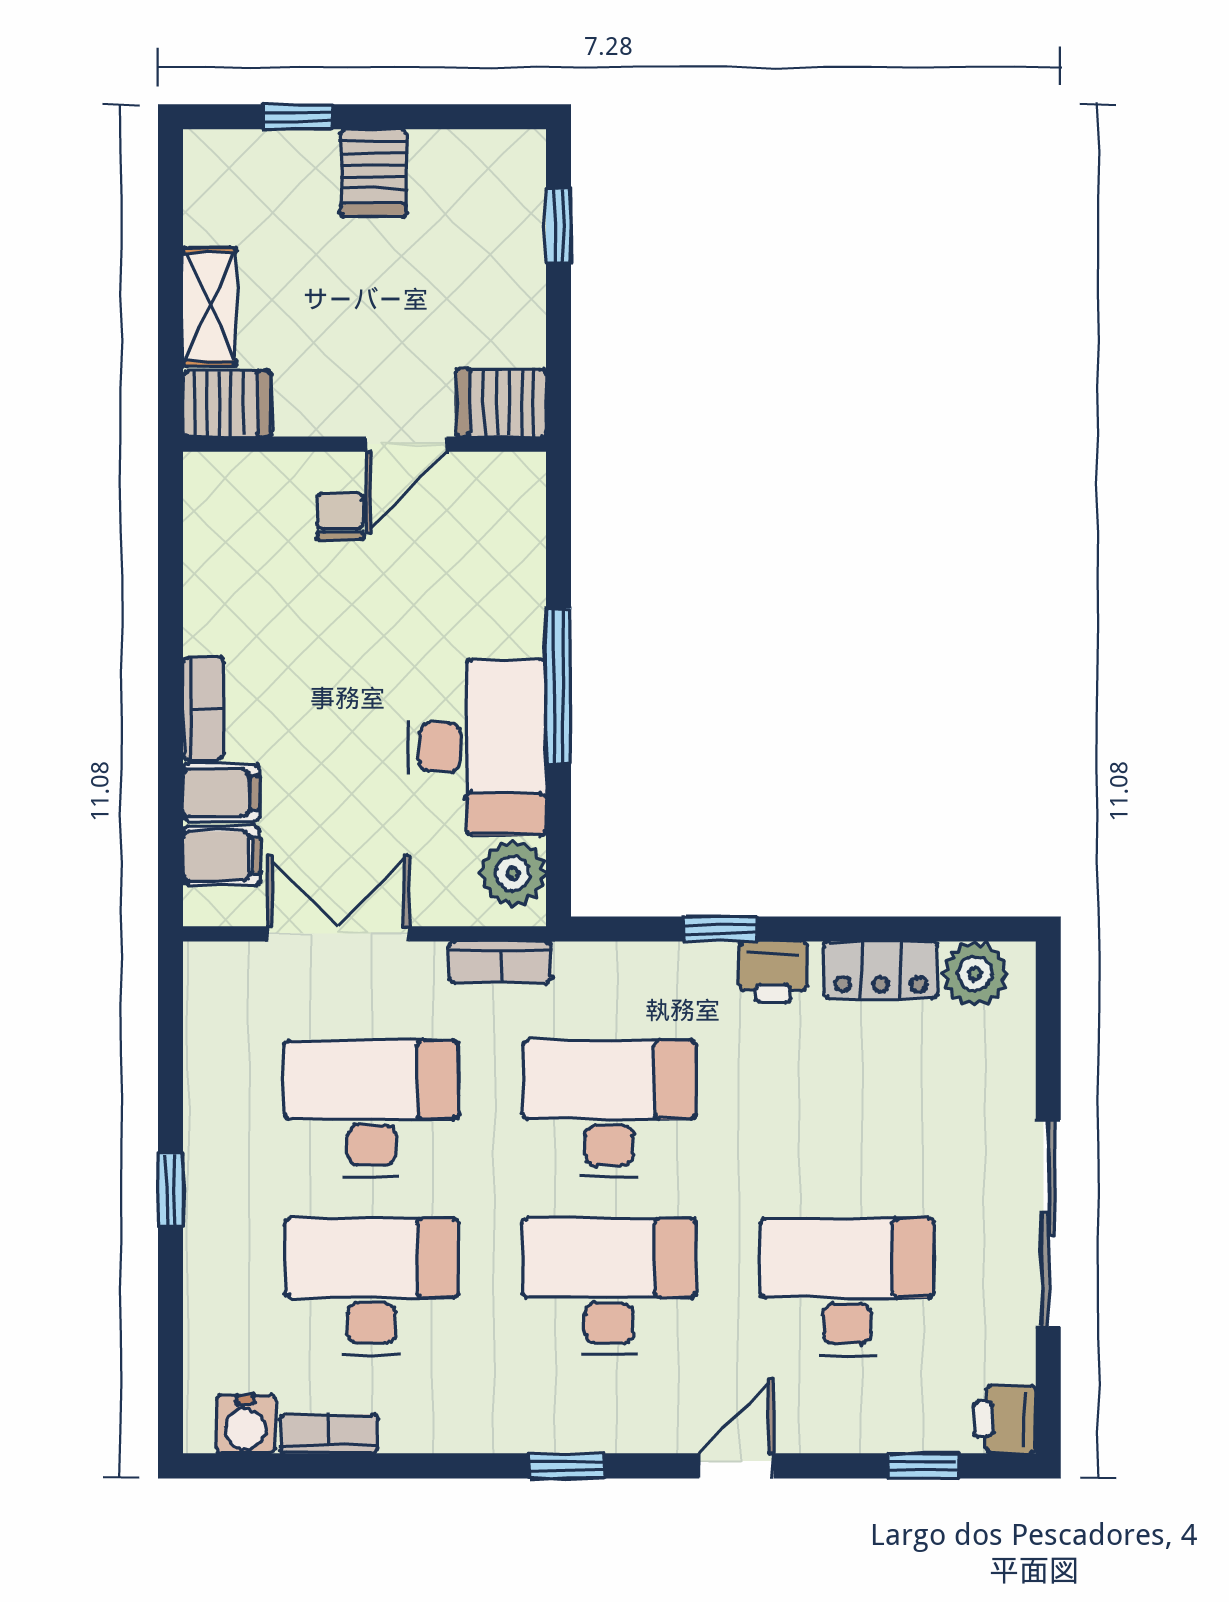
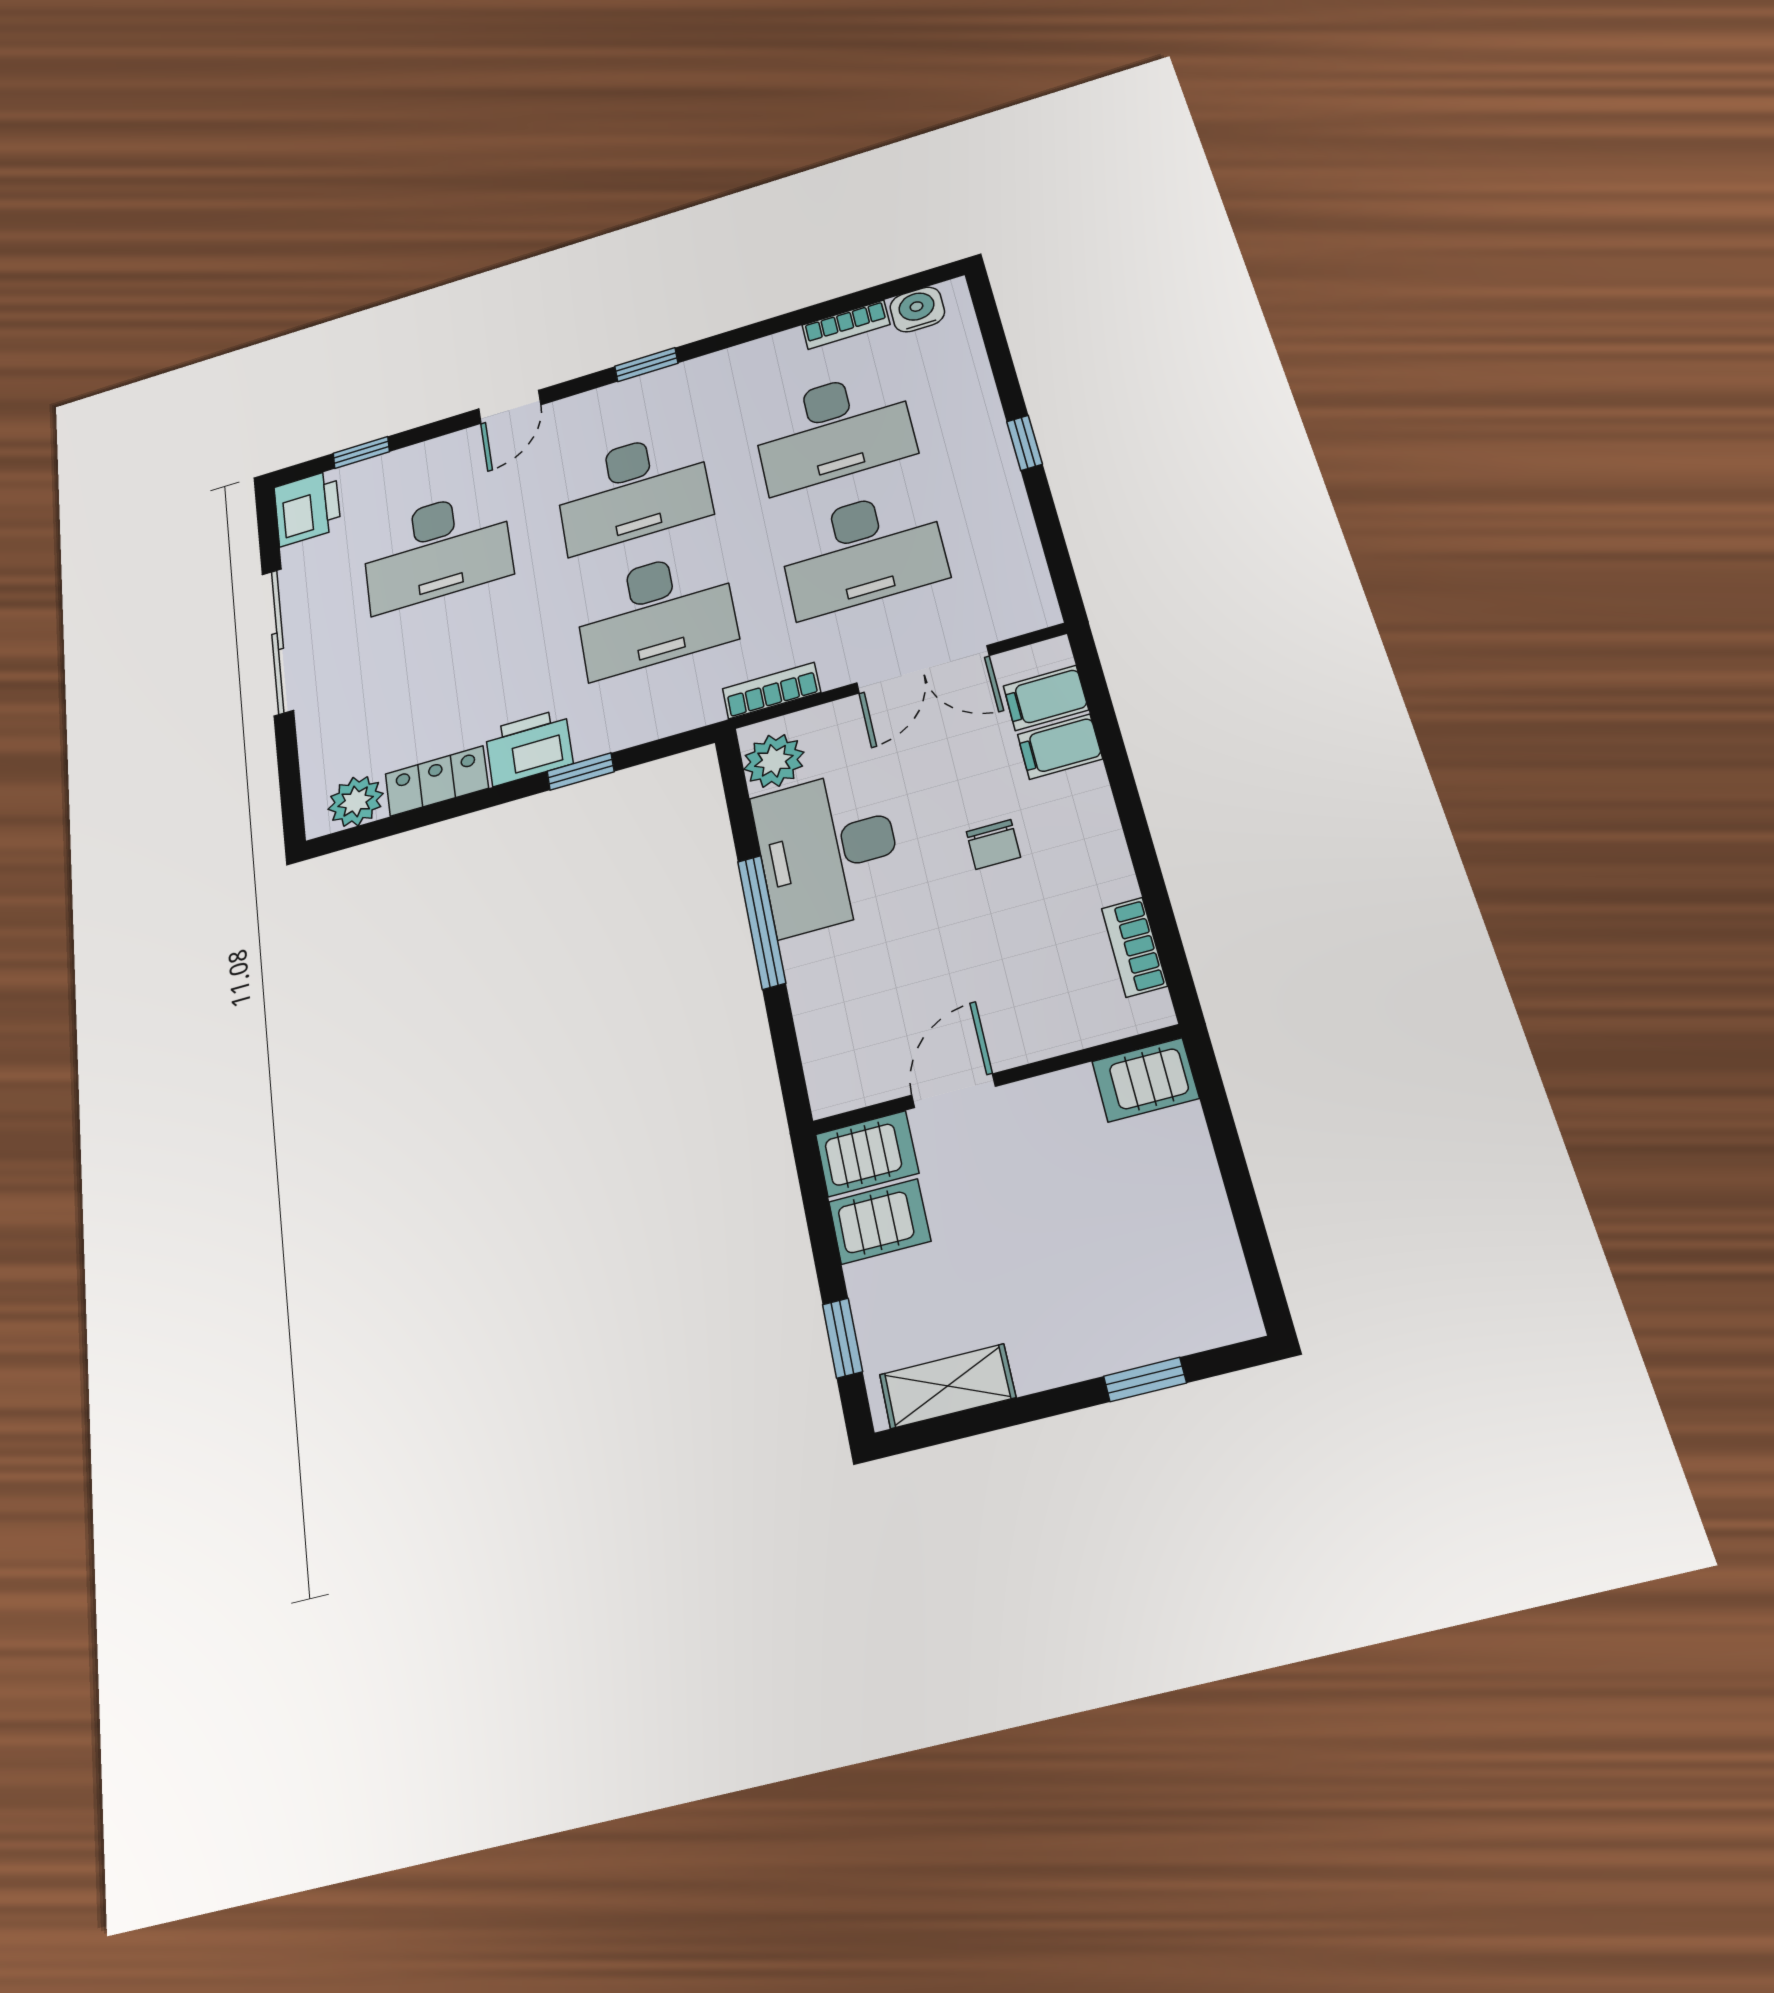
server rack: (373, 173) -> (880, 1221), moved, turned 90
shelving: (209, 307) -> (947, 1386), moved, turned 90
chair: (340, 517) -> (993, 844), moved
bookcase: (203, 708) -> (1134, 947), moved
printer: (773, 972) -> (529, 747), width x1.36, depth x1.24
printer: (1005, 1419) -> (307, 508), width x1.36, depth x1.24

